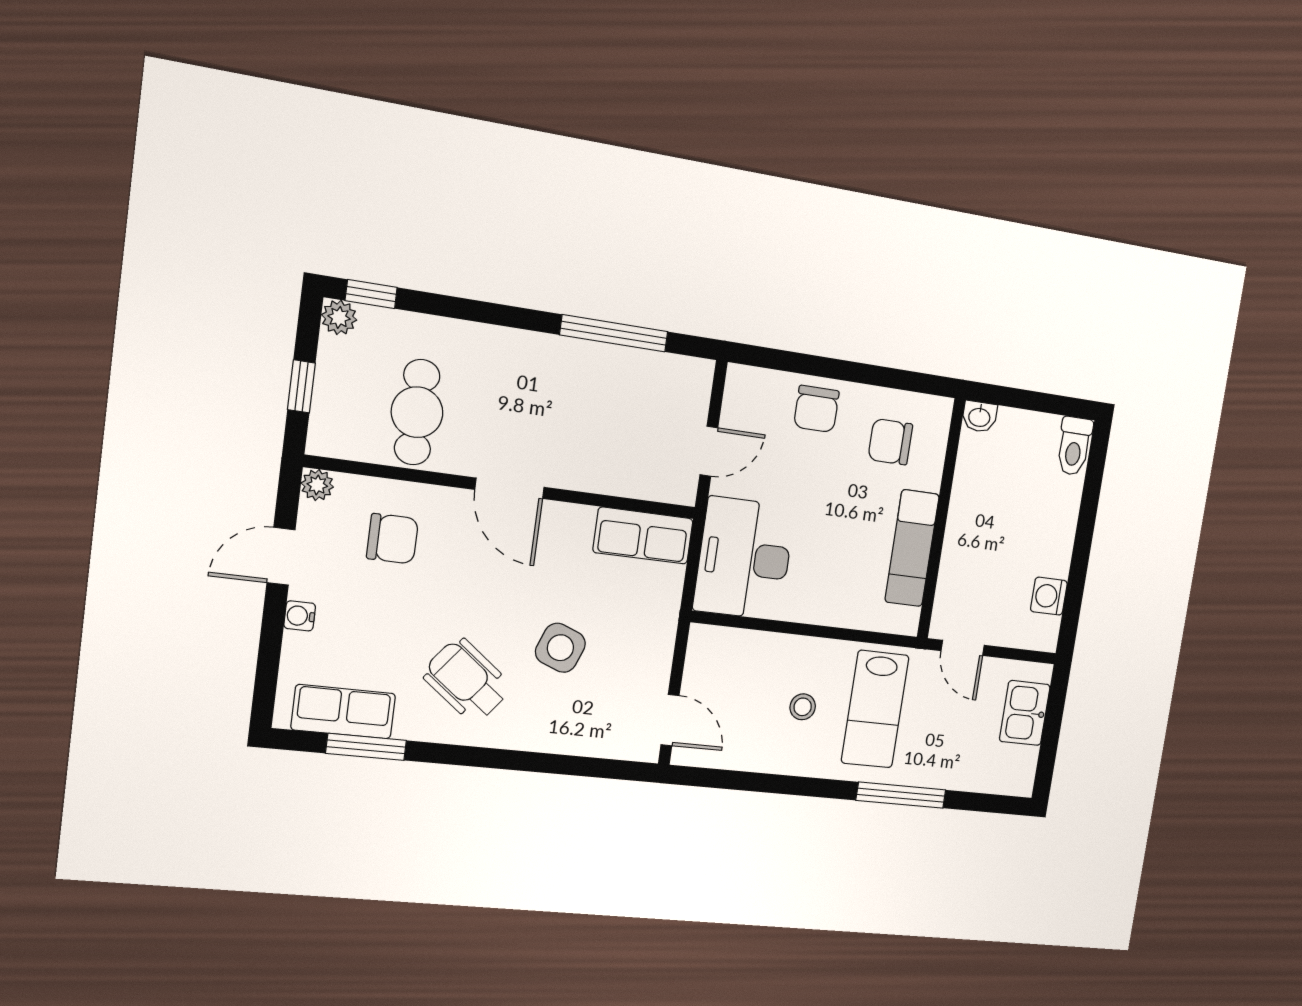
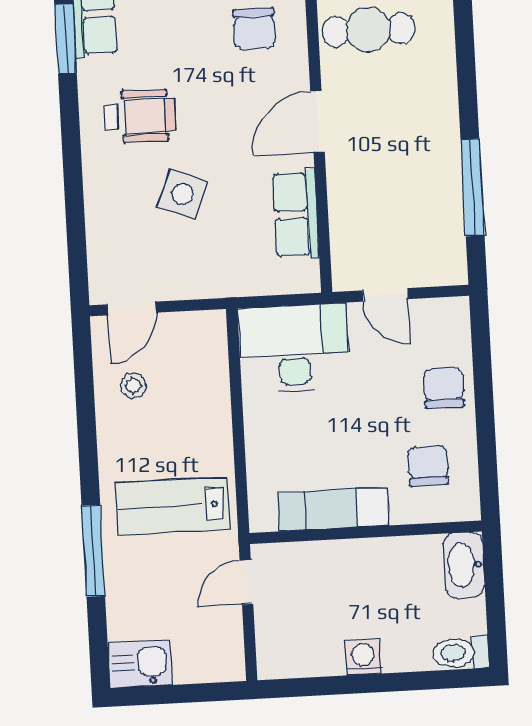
chair: (816, 409) -> (444, 388), turned 90
washbasin: (979, 417) -> (464, 565), width x1.91, depth x1.45
row of seats: (643, 536) -> (296, 215), moved
washing machine: (1049, 596) -> (363, 657), moved
wheelchair: (467, 680) -> (139, 116), turned 52
stool: (803, 707) -> (133, 386), moved
kitchen sink: (1025, 713) -> (140, 664), moved

